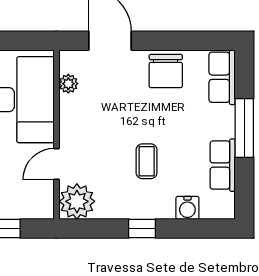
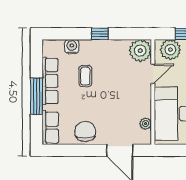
coffee table: (147, 161) -> (85, 76), moved
row of seats: (223, 165) -> (50, 81), width x1.48
plant: (28, 203) -> (170, 50), added

